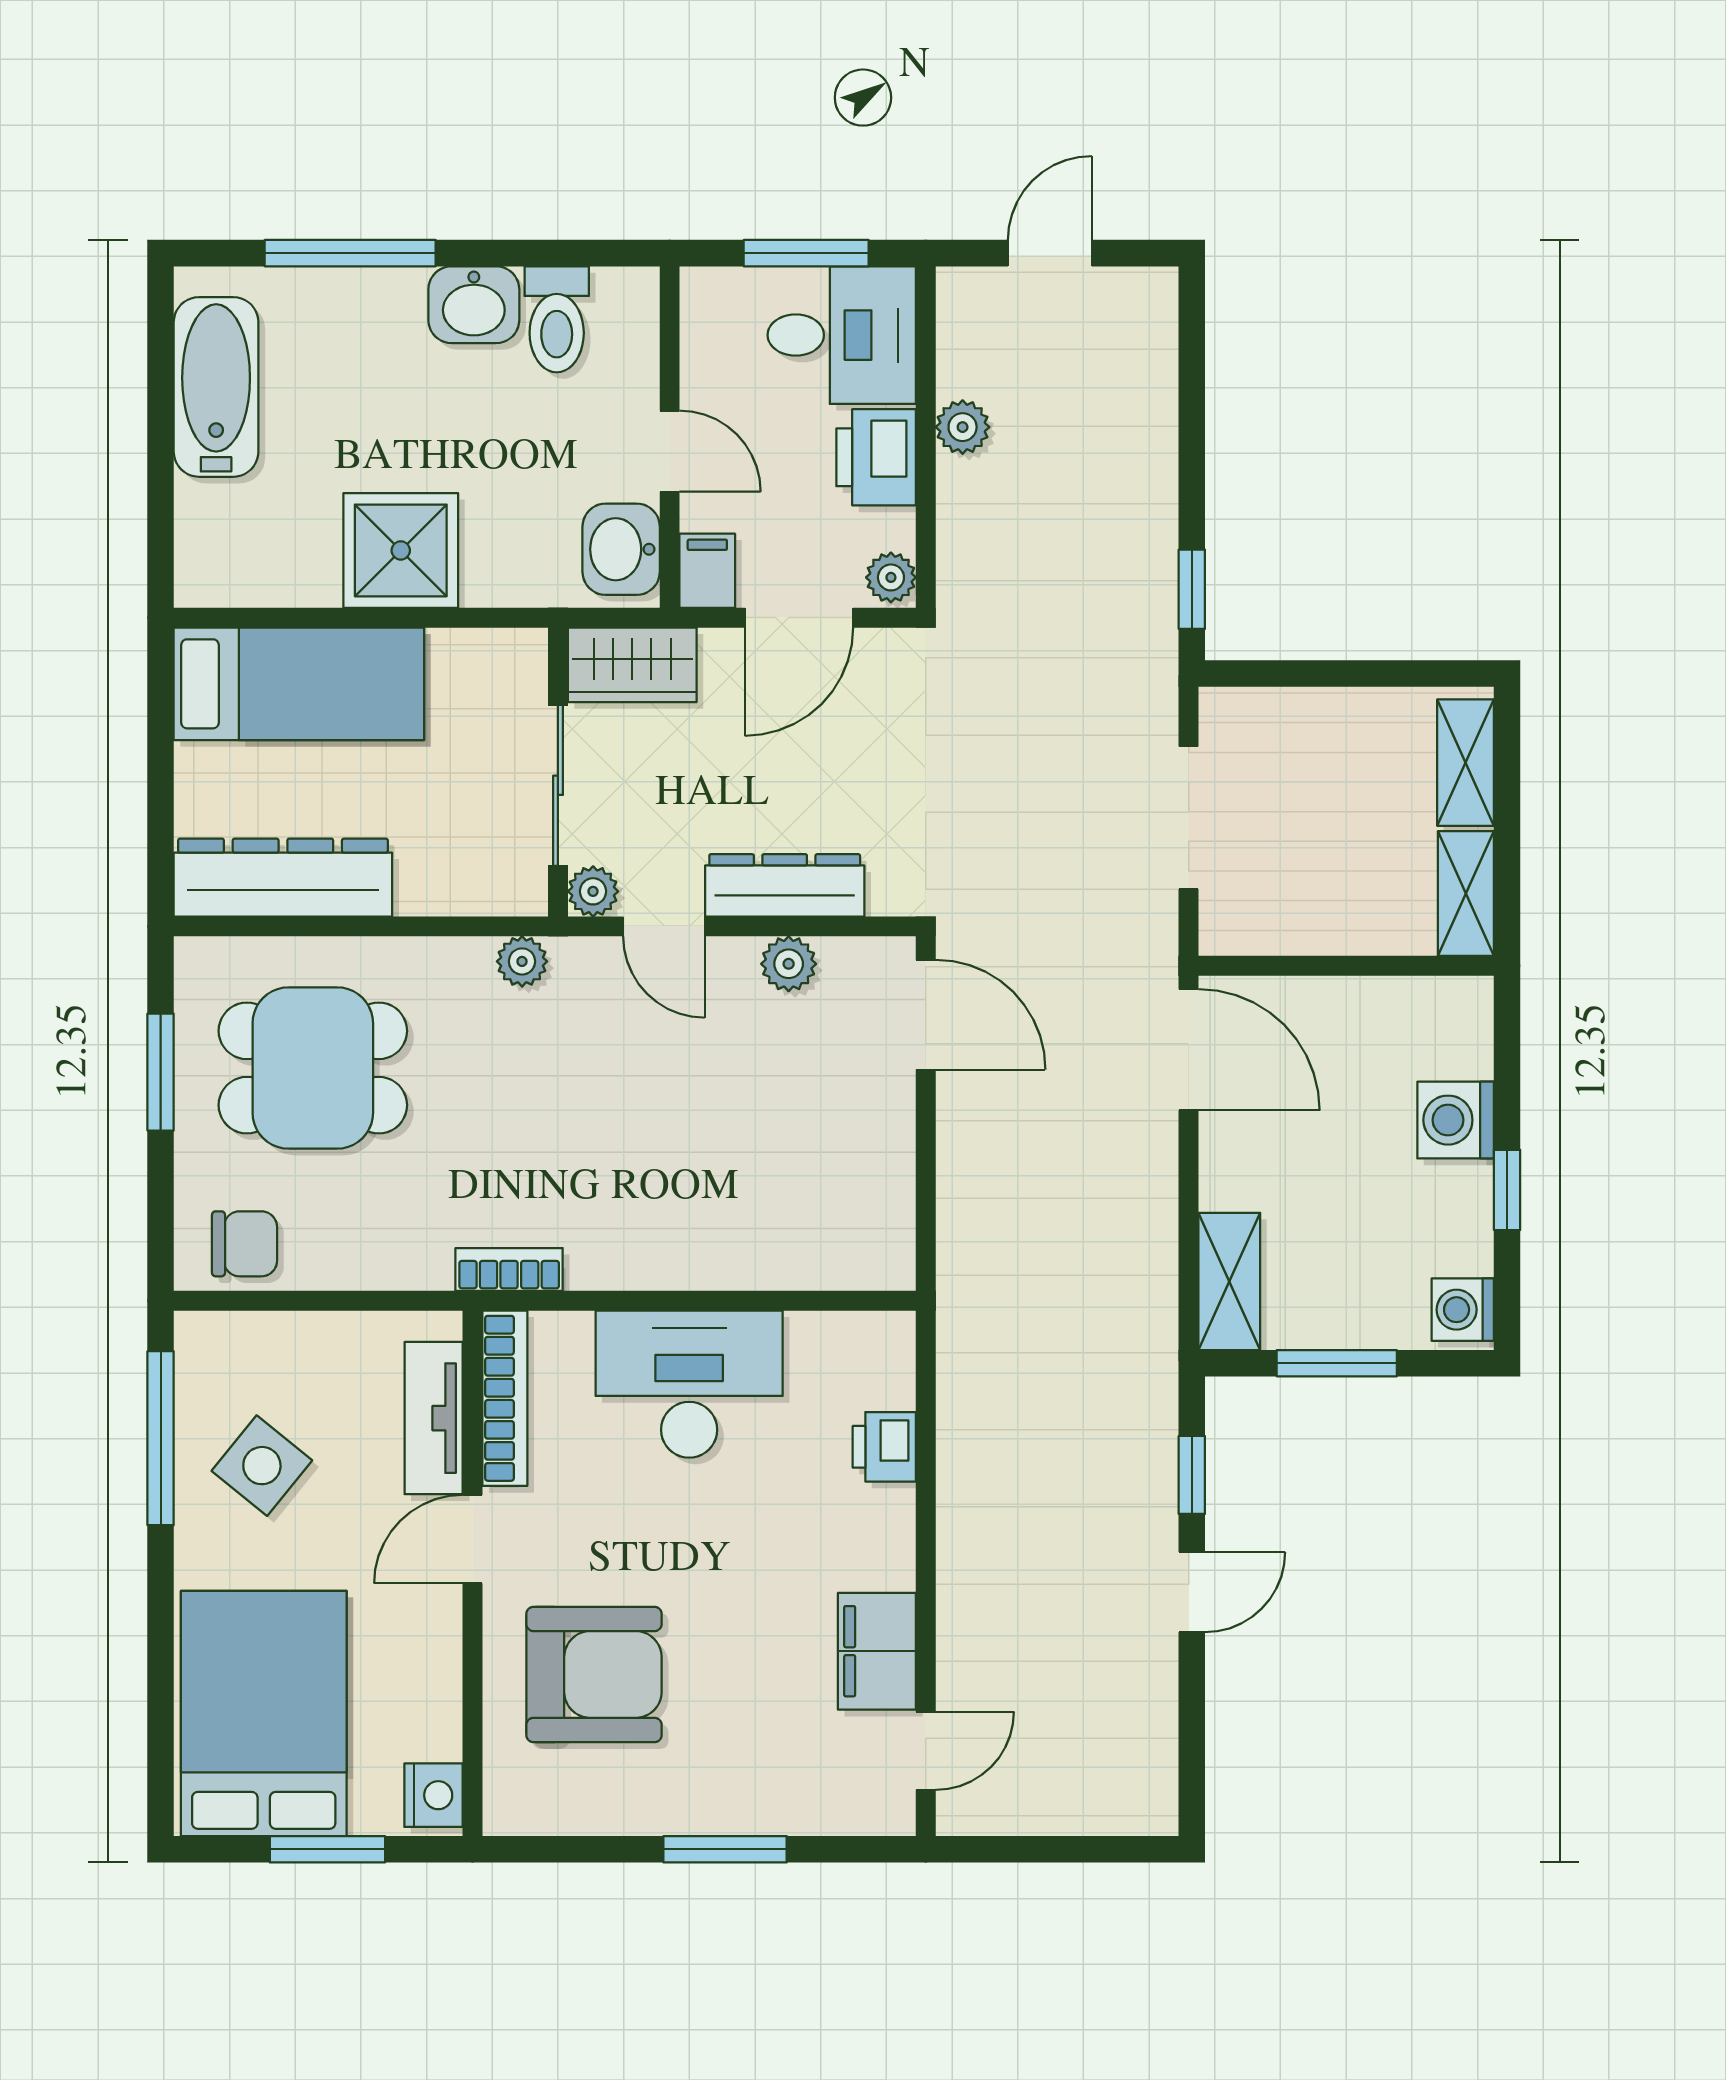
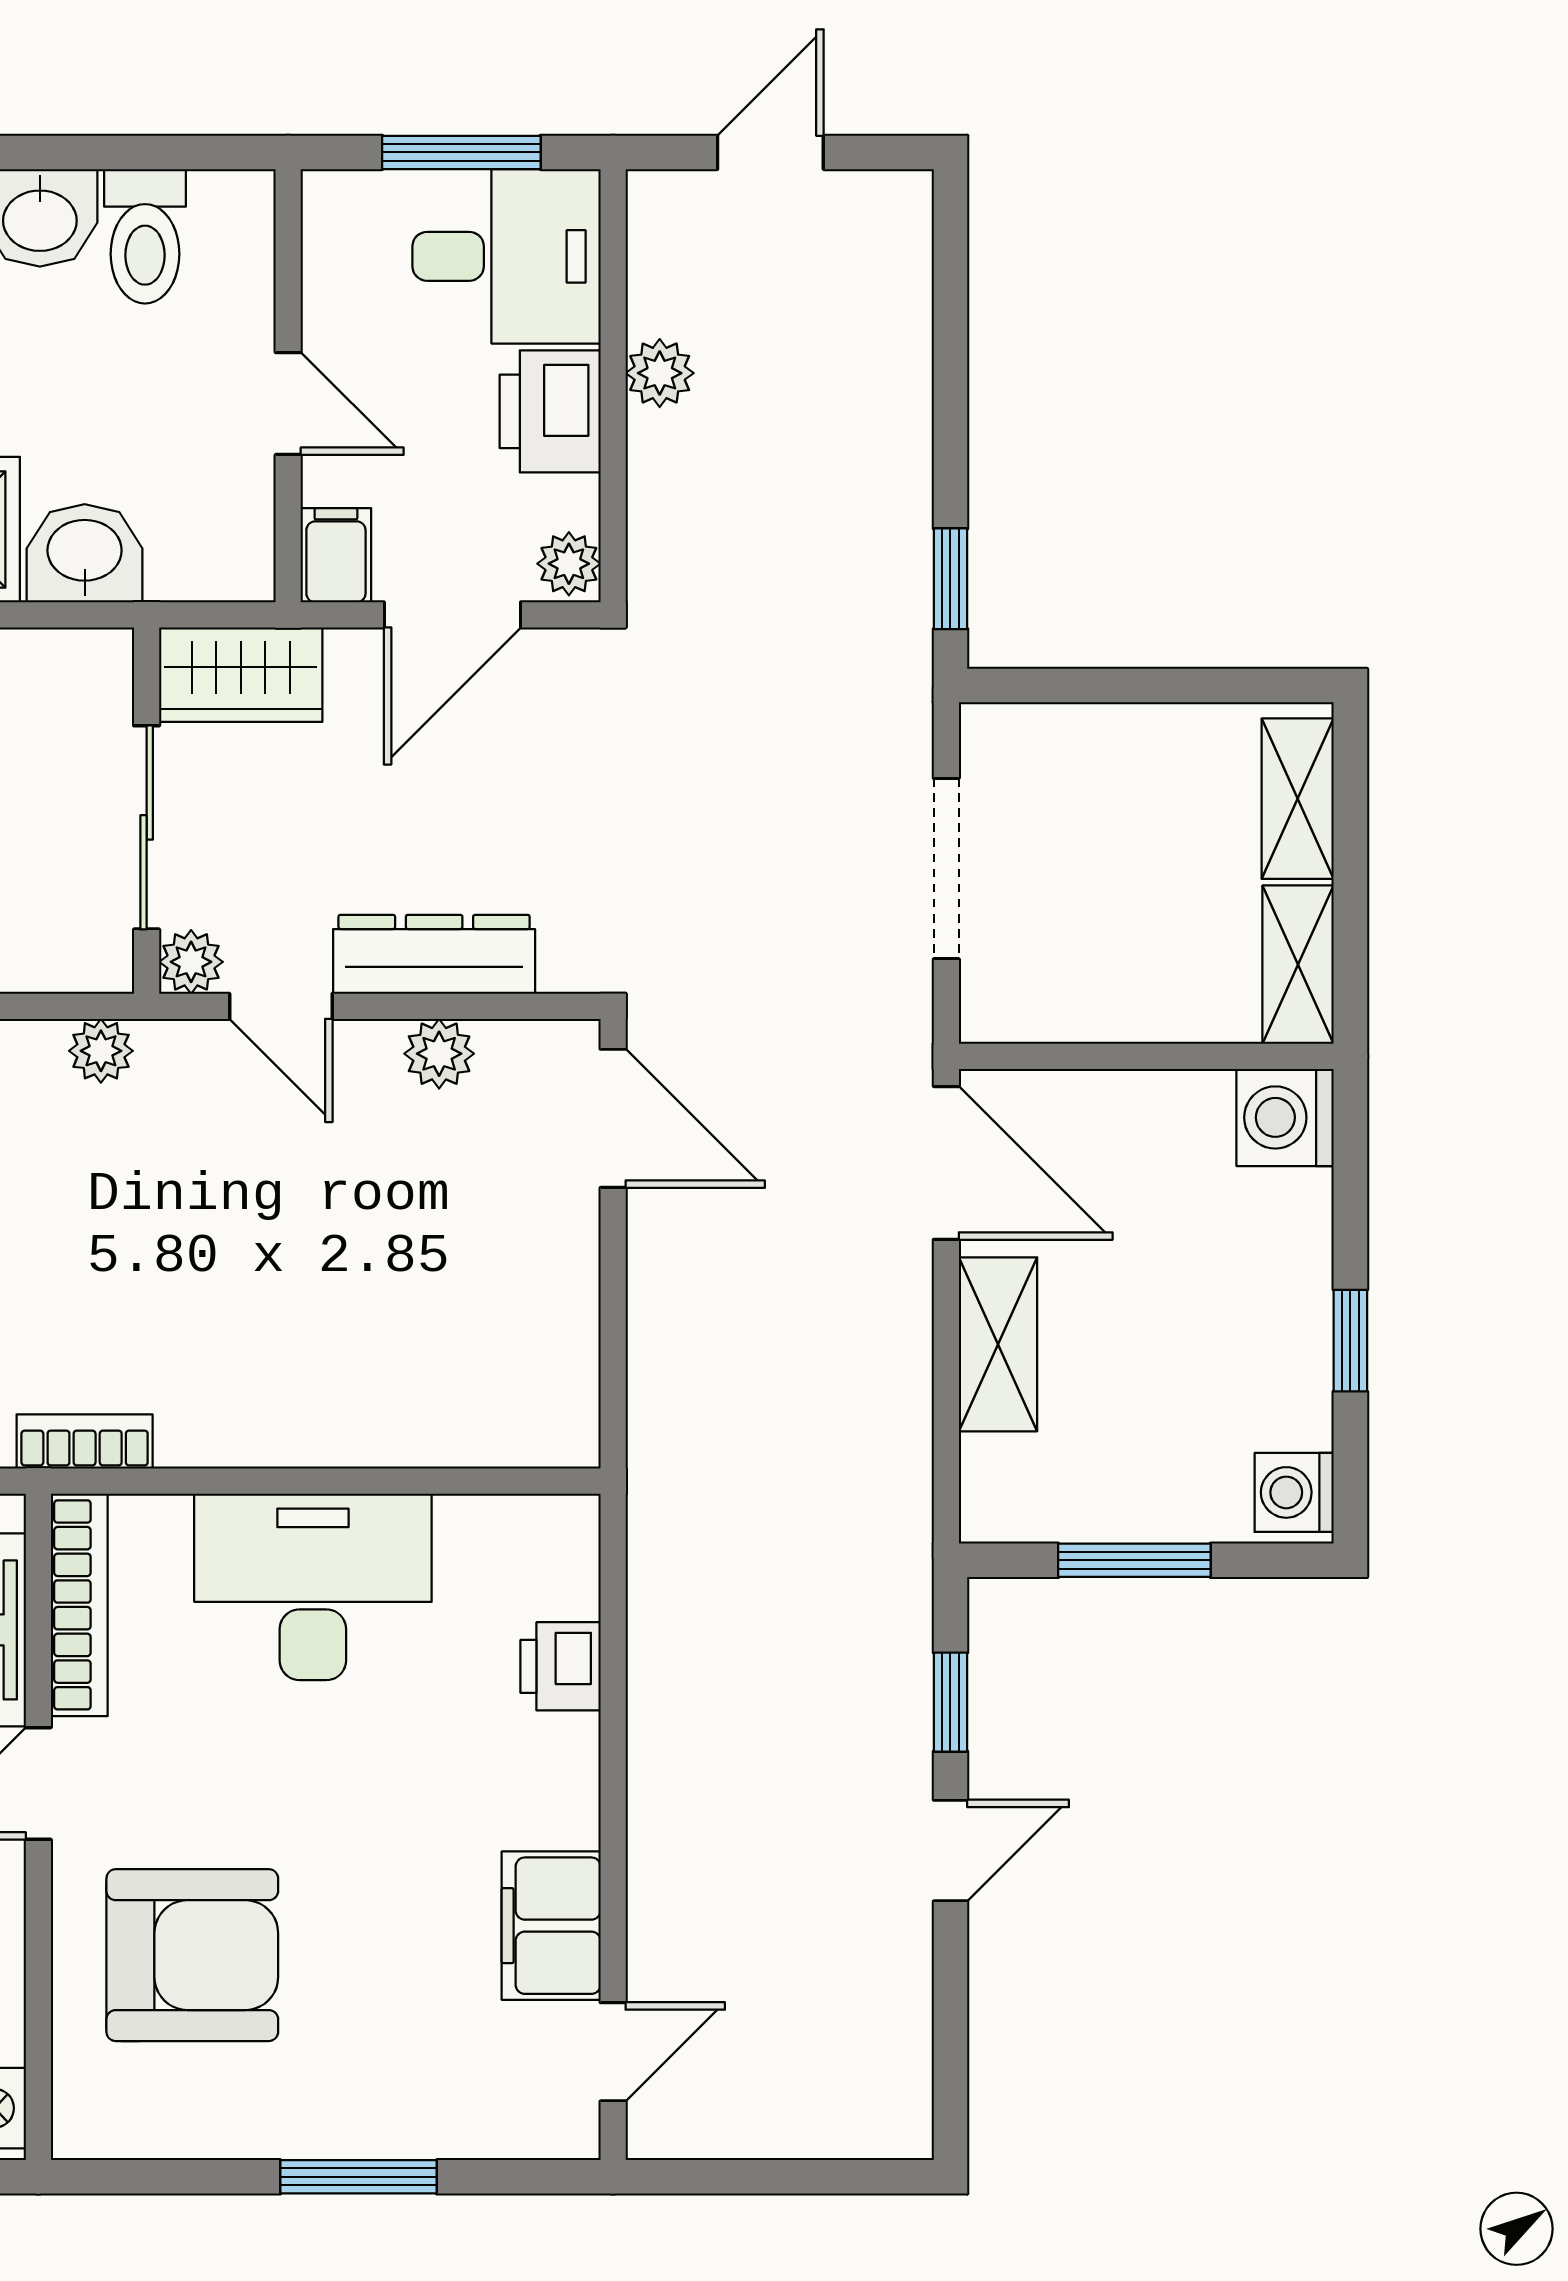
washbasin: (621, 549) -> (85, 553), moved, turned 90
washing machine: (1456, 1120) -> (1285, 1117), moved
shelving: (1229, 1281) -> (998, 1344), moved

